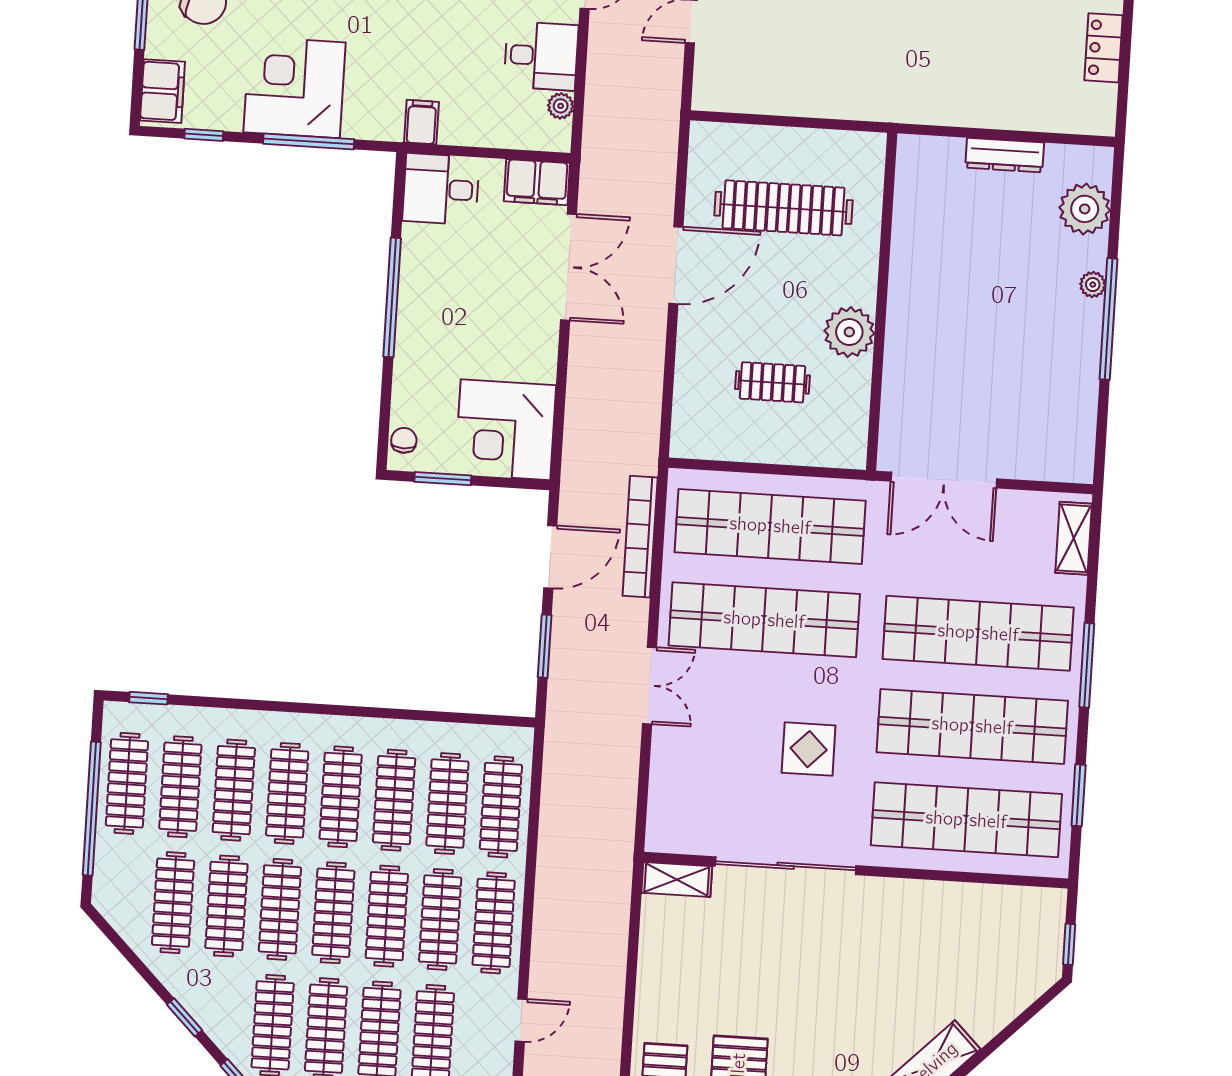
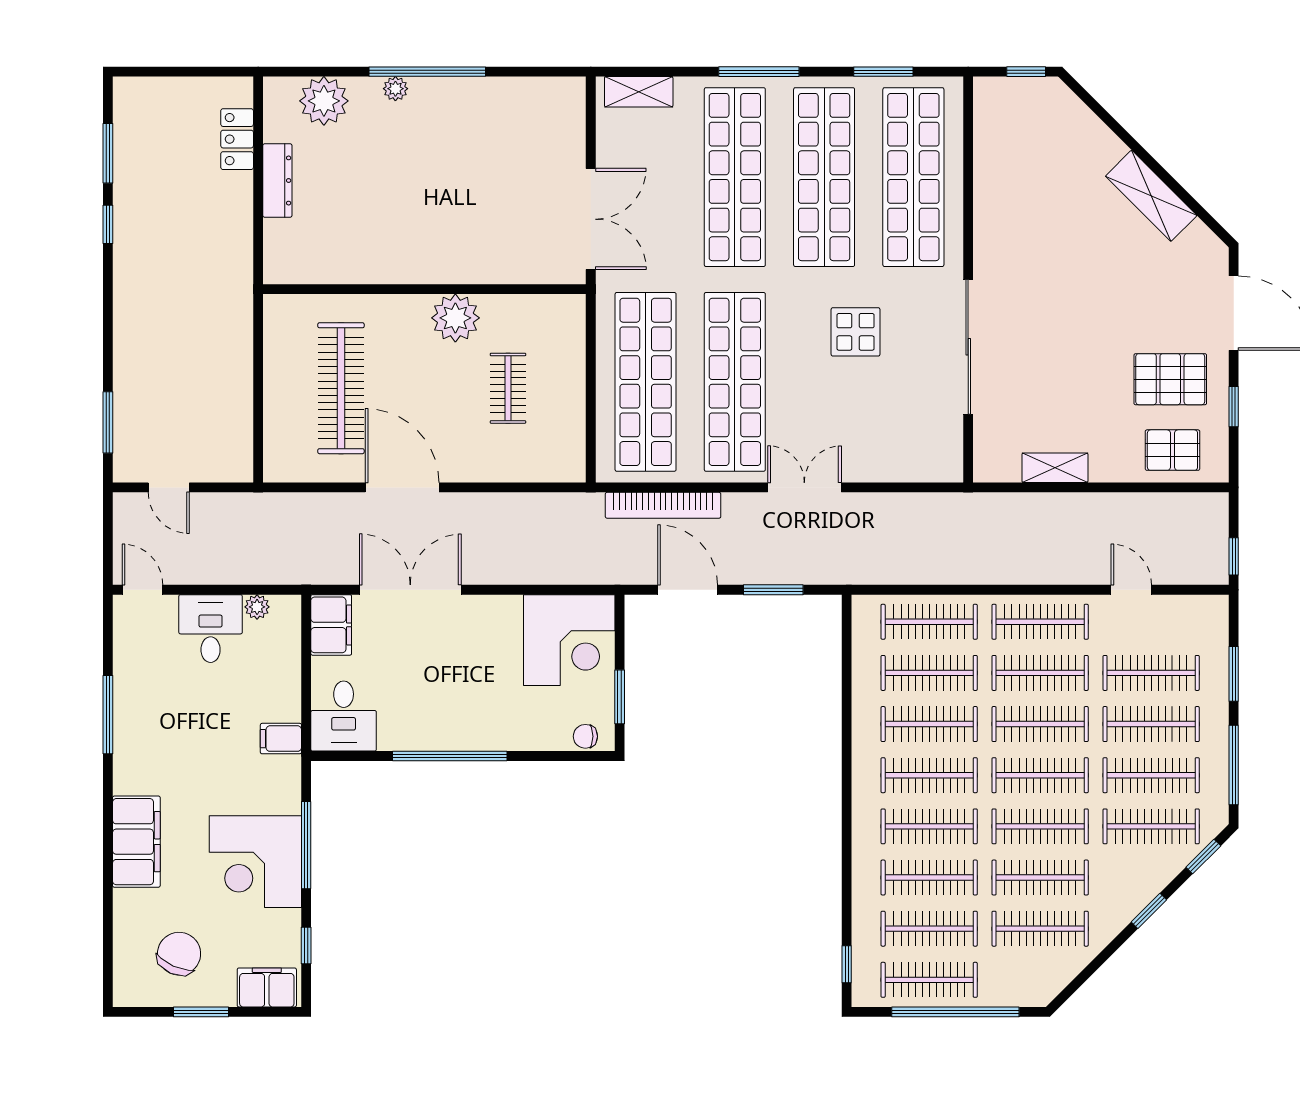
locker: (1103, 48) -> (237, 139), moved, turned 90
shelving: (677, 879) -> (1055, 468), moved, turned 90

